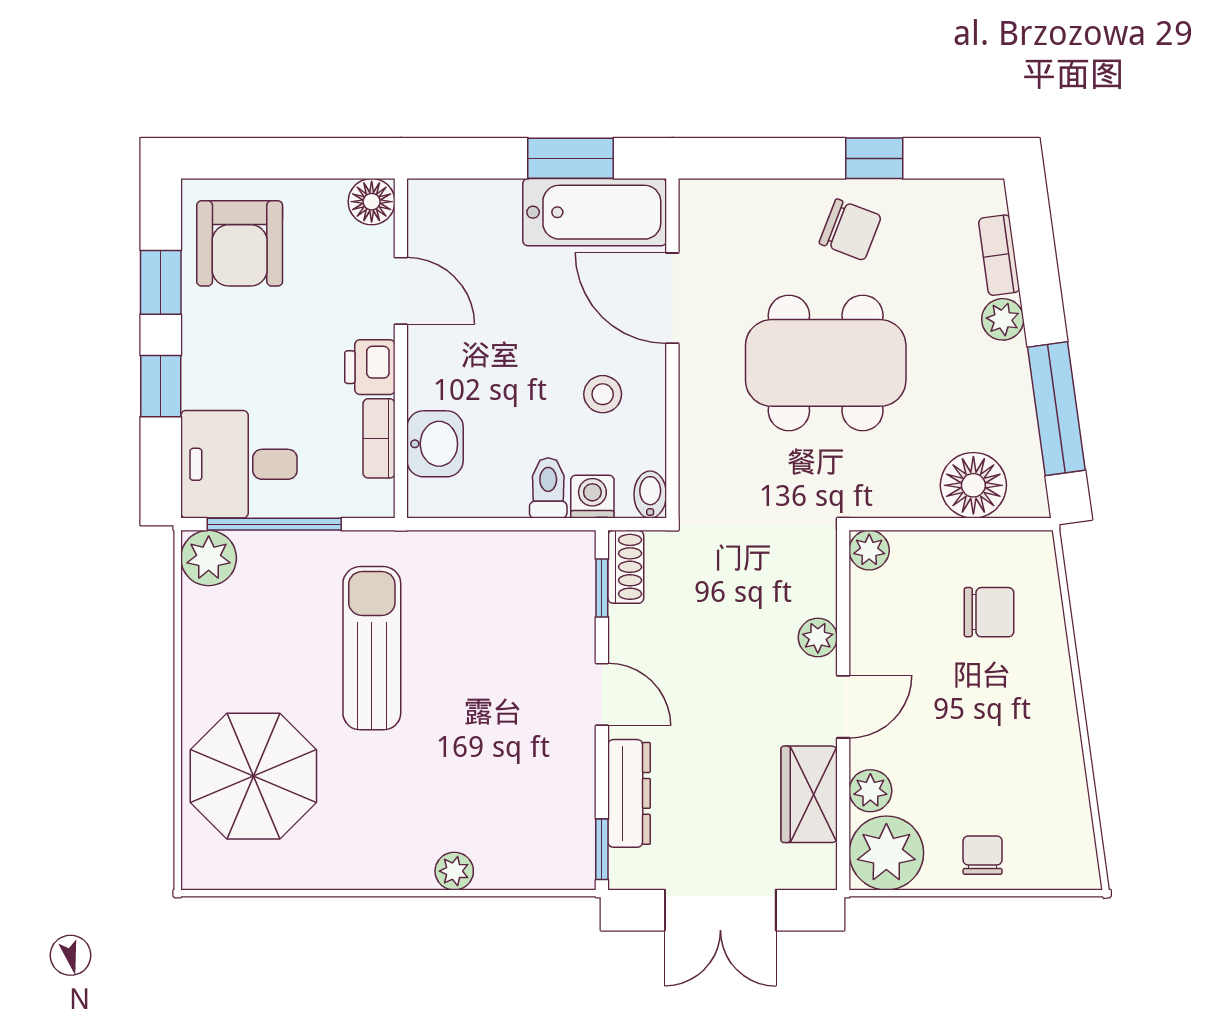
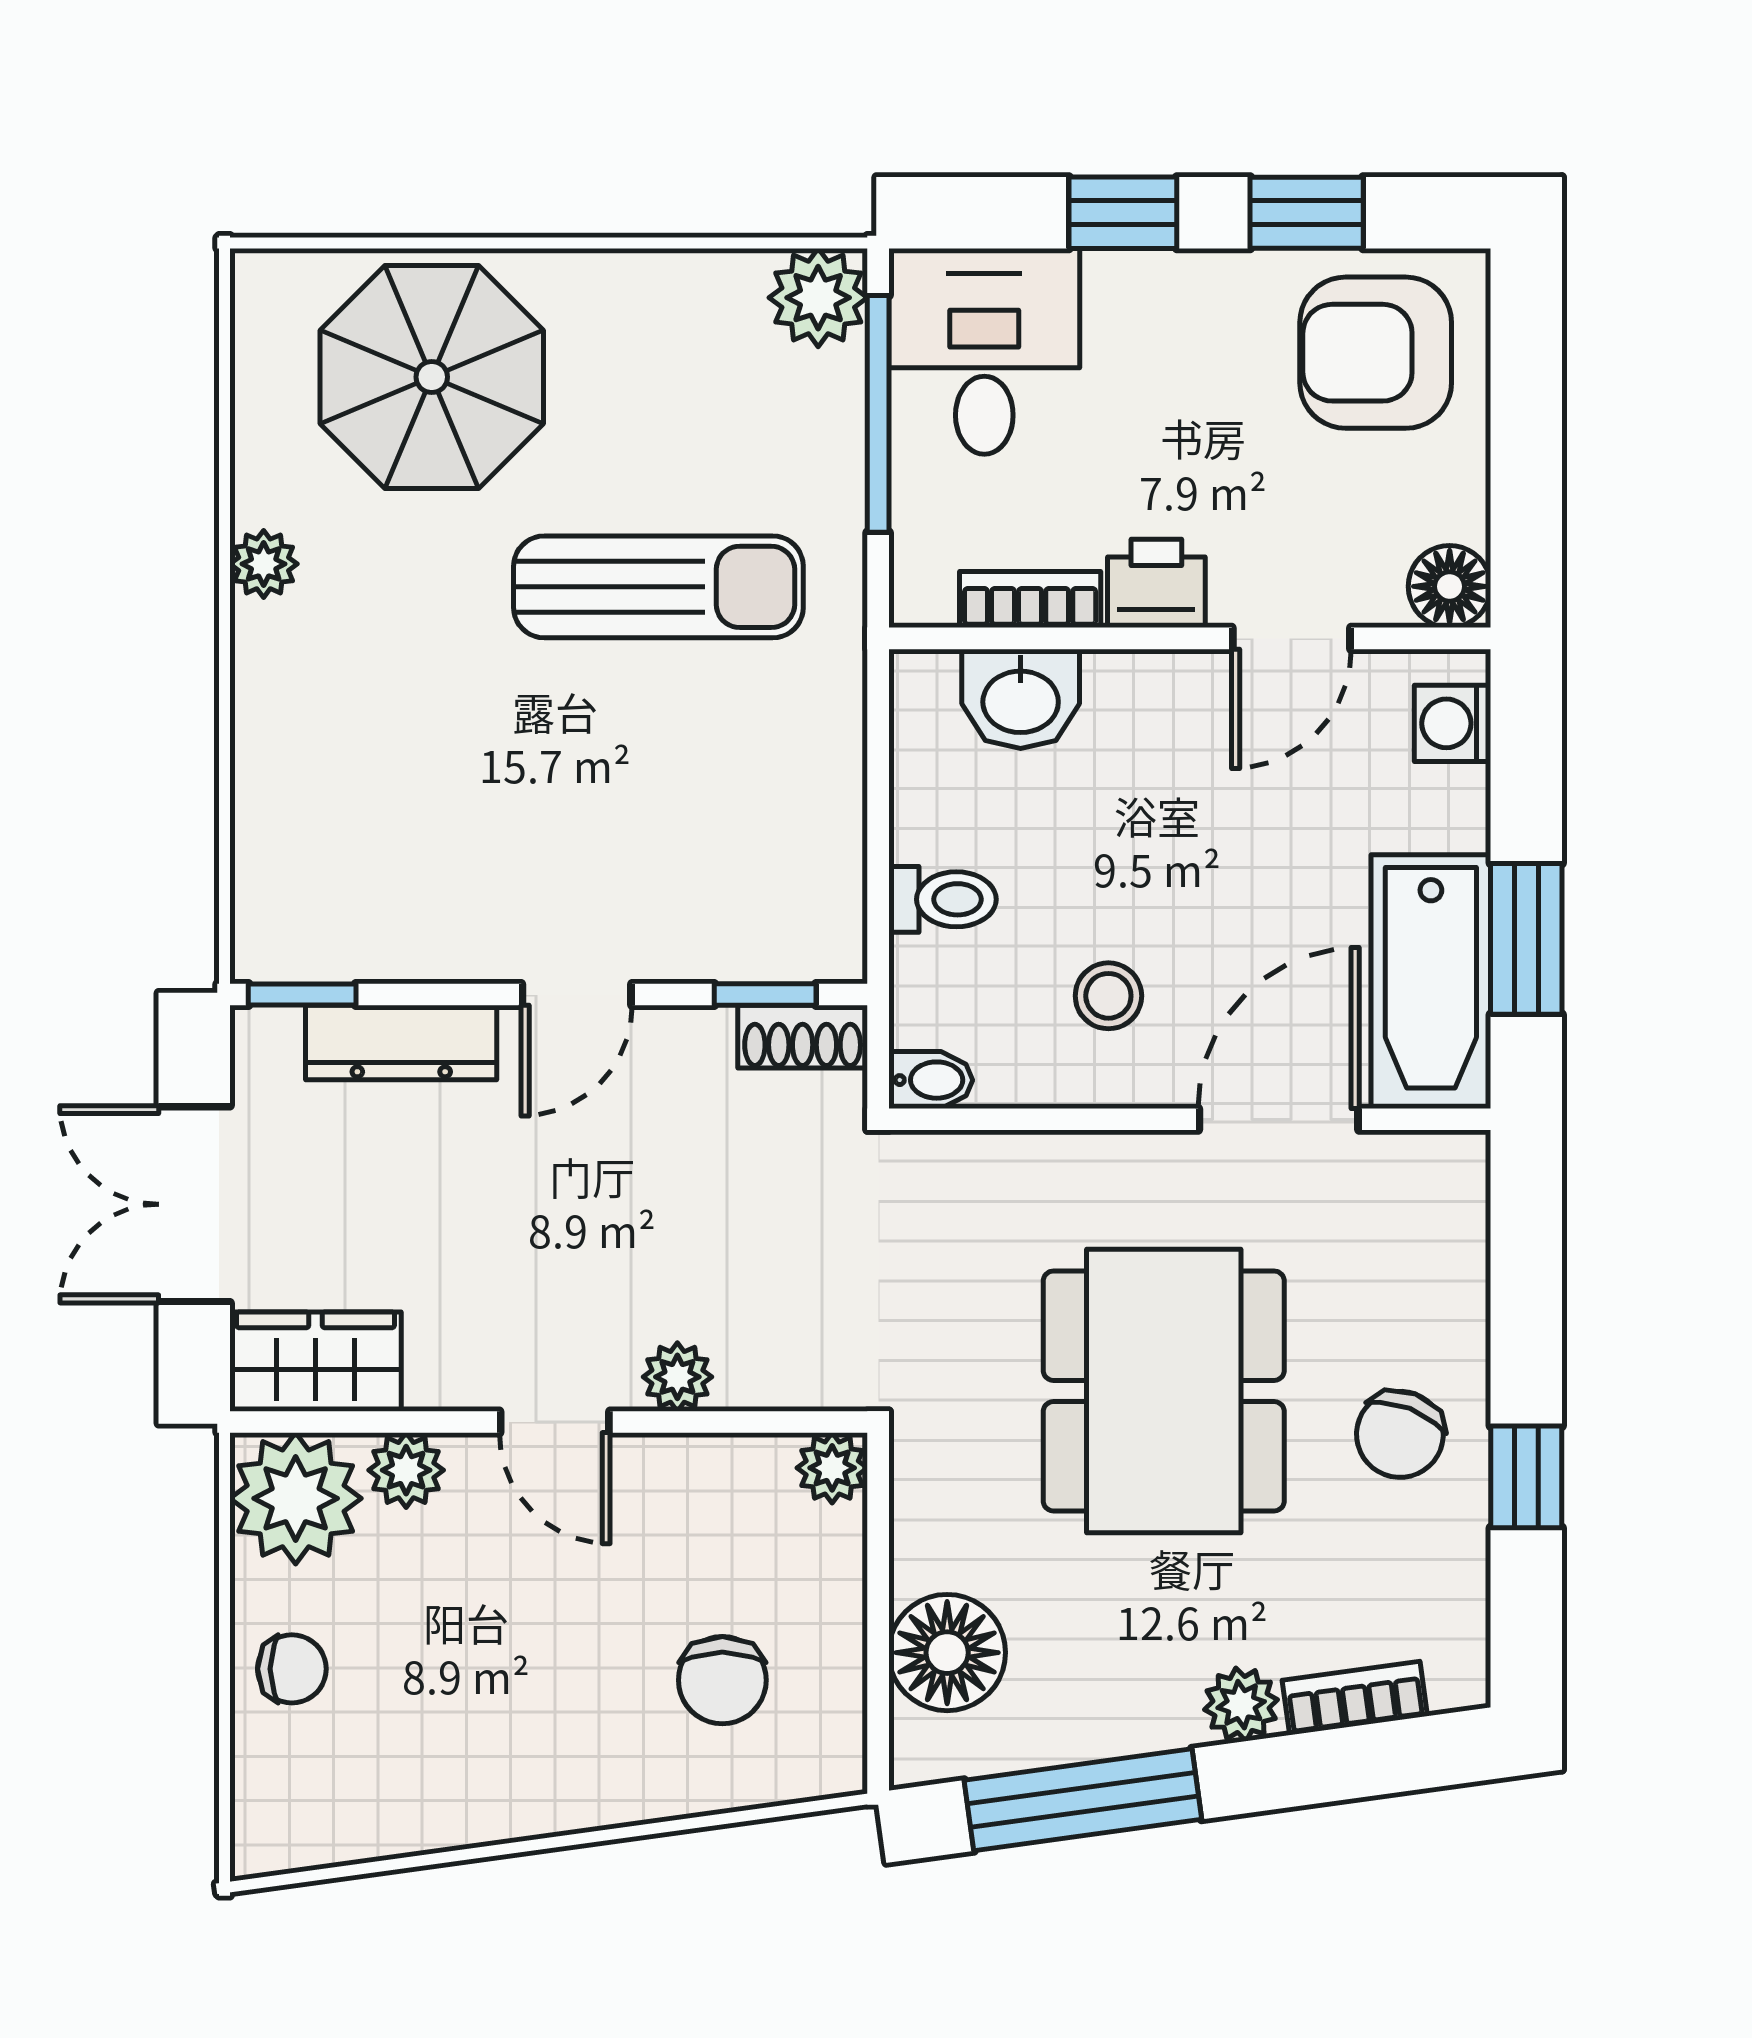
washing machine: (592, 497) -> (1452, 723), moved, turned 180
wardrobe: (809, 794) -> (315, 1362), moved
plant: (454, 871) -> (264, 564), moved

